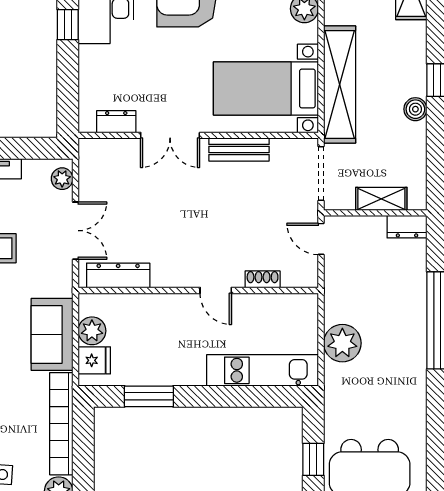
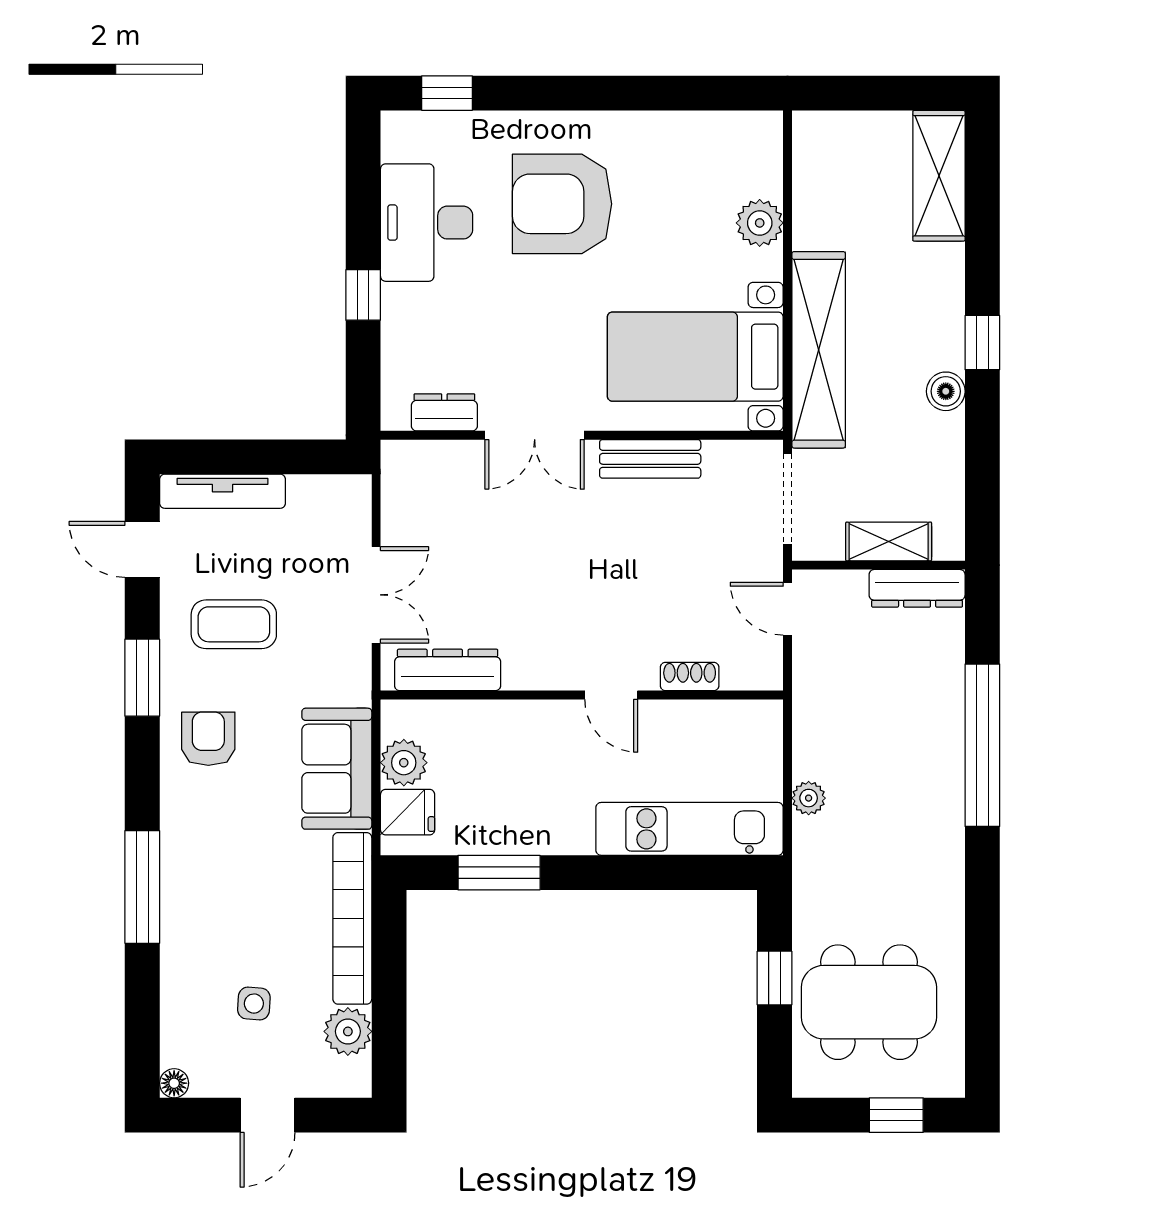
window: (68, 25) -> (363, 295), moved
plant: (62, 179) -> (354, 508), removed
dresser: (407, 227) -> (917, 588), width x1.44
plant: (342, 343) -> (809, 798), width x0.53, depth x0.53

